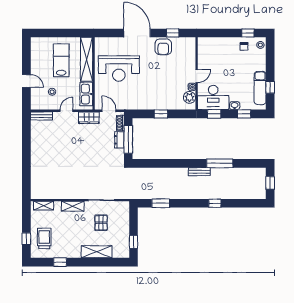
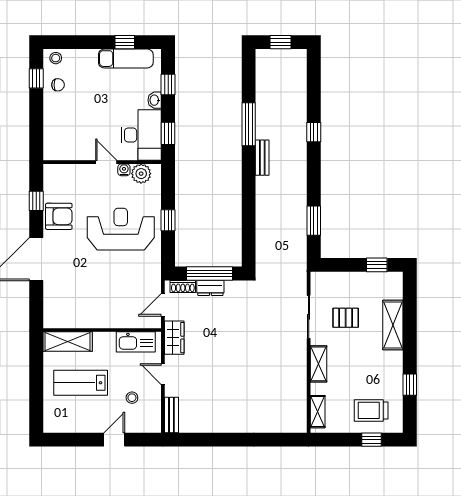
shelving: (87, 59) -> (68, 341), width x0.68
reception desk: (119, 68) -> (121, 229), moved, turned -90

